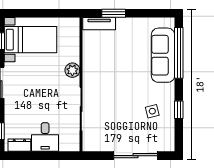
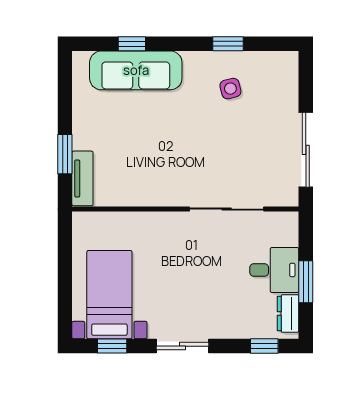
window: (179, 53) -> (132, 44), width x0.32
plant: (72, 70) -> (161, 224), removed
window: (38, 156) -> (306, 282), added
sliding door: (136, 156) -> (306, 150), moved

